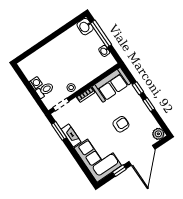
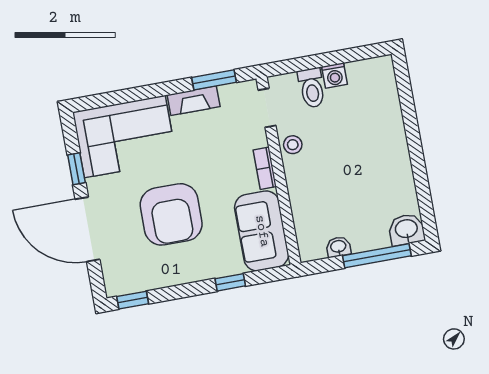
window: (149, 105) -> (133, 300), moved
armchair: (121, 124) -> (171, 214), width x1.88, depth x1.88
plant: (158, 134) -> (117, 283), removed

